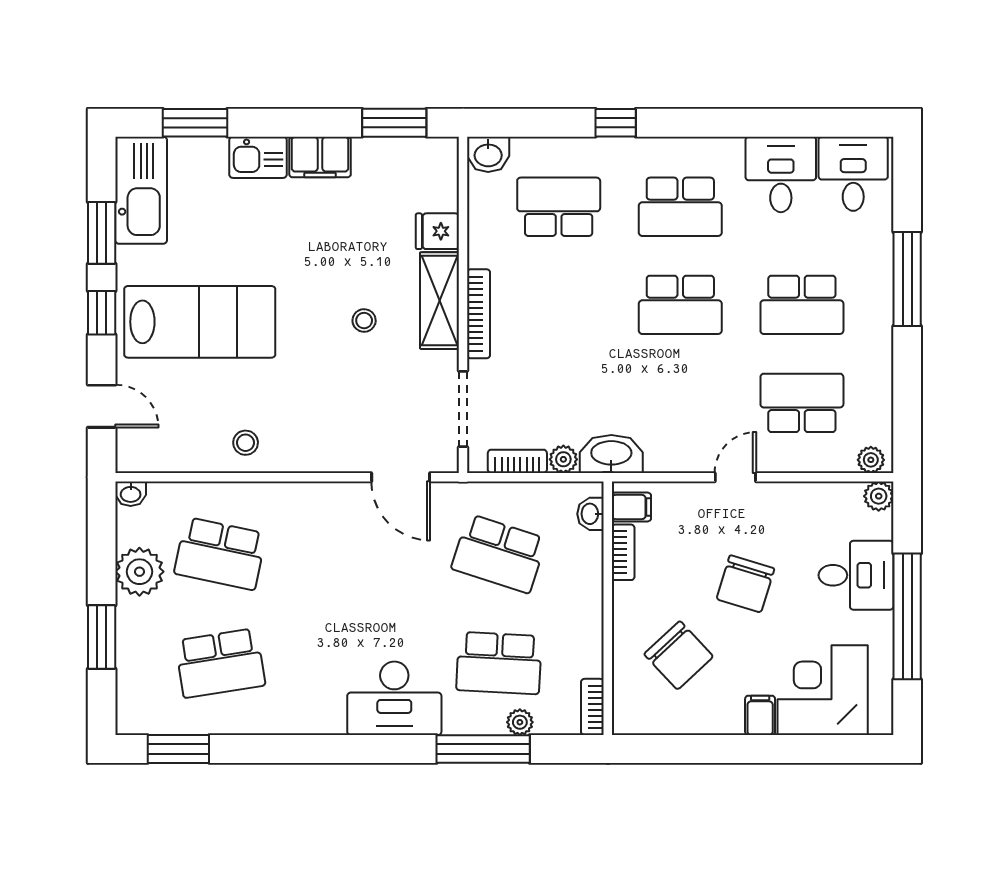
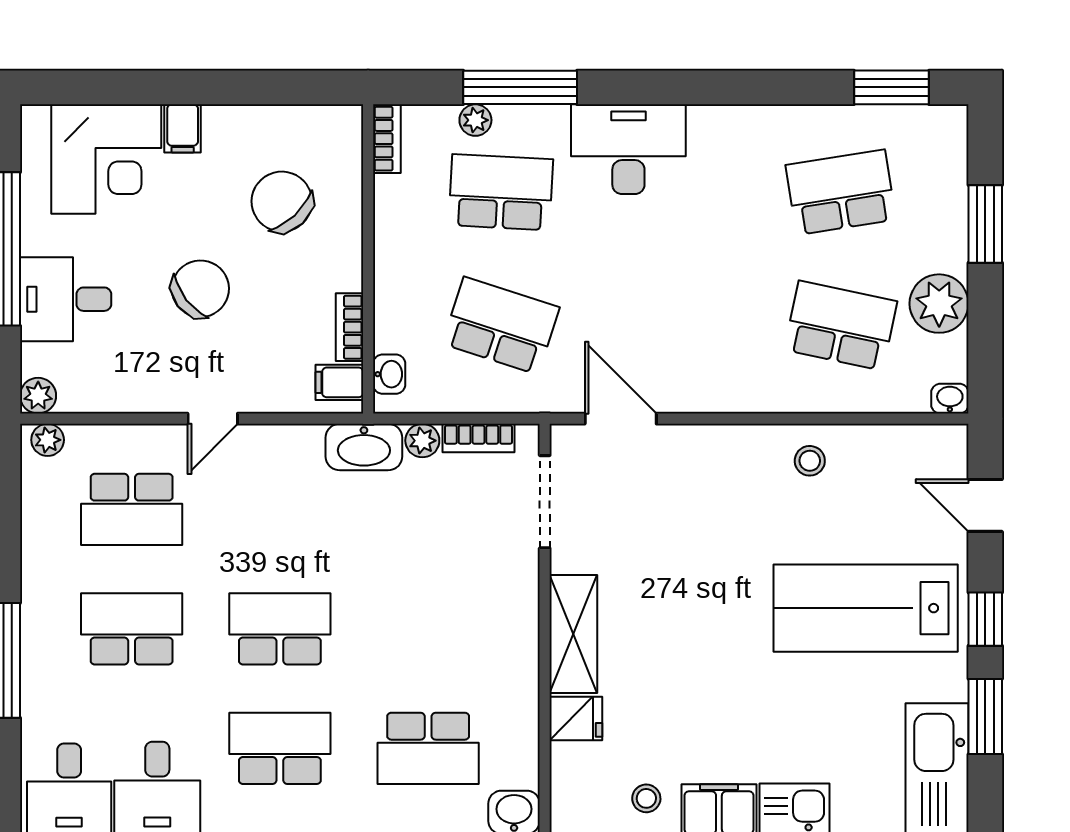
bookcase: (479, 314) -> (526, 618), removed
stool: (364, 321) -> (646, 798), moved
chair: (745, 584) -> (200, 289), turned 35

